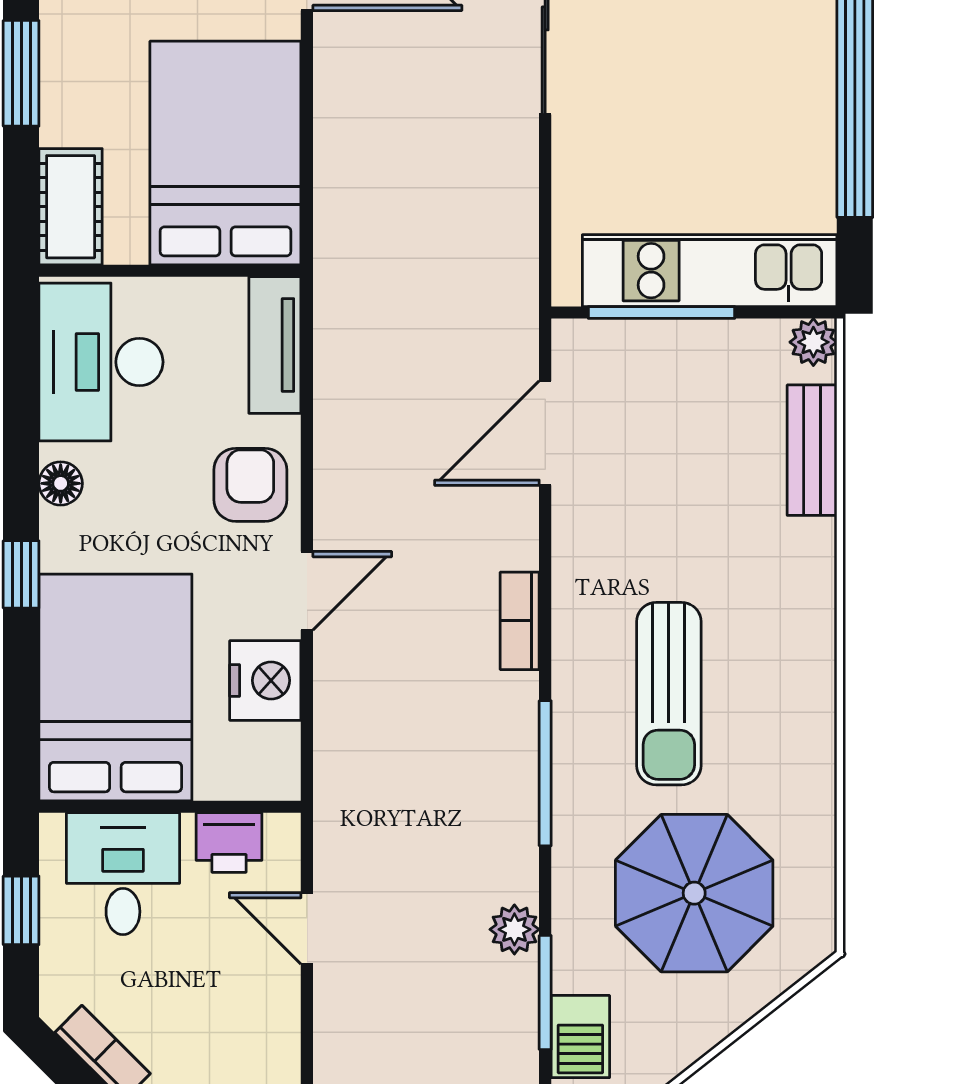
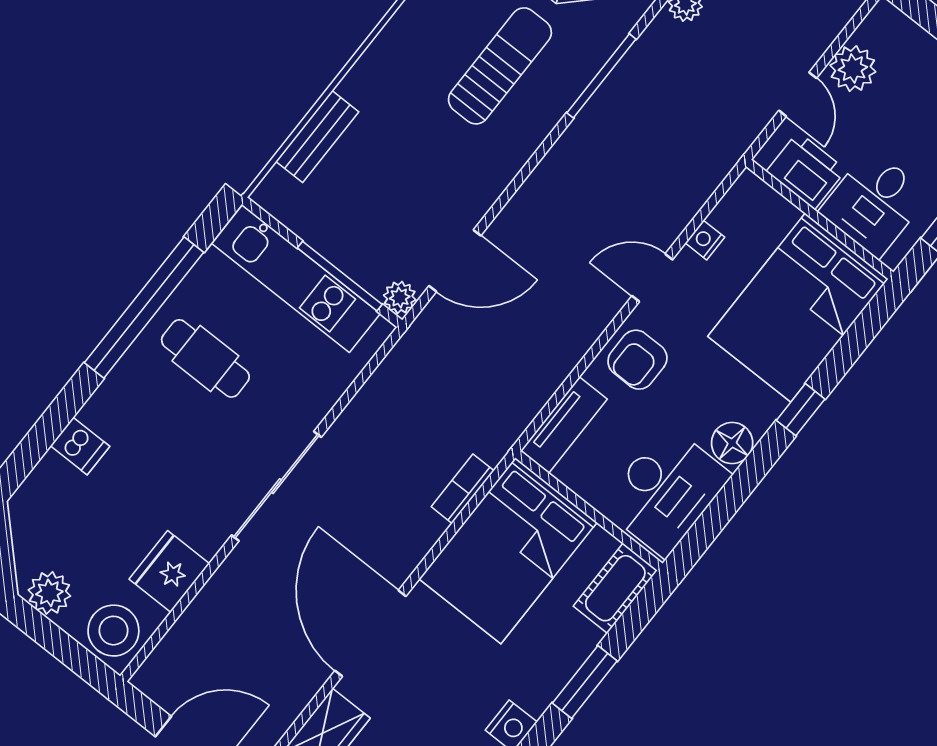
cafe table: (740, 99) -> (205, 358), added
plant: (813, 342) -> (400, 297), moved
floor lamp: (61, 483) -> (732, 443), width x1.37, depth x1.37
bookcase: (520, 621) -> (463, 489), moved, turned 180
nightstand: (265, 680) -> (705, 240), width x0.53, depth x0.56
printer: (229, 843) -> (806, 171), width x1.36, depth x1.24
plant: (268, 1007) -> (853, 69), added

